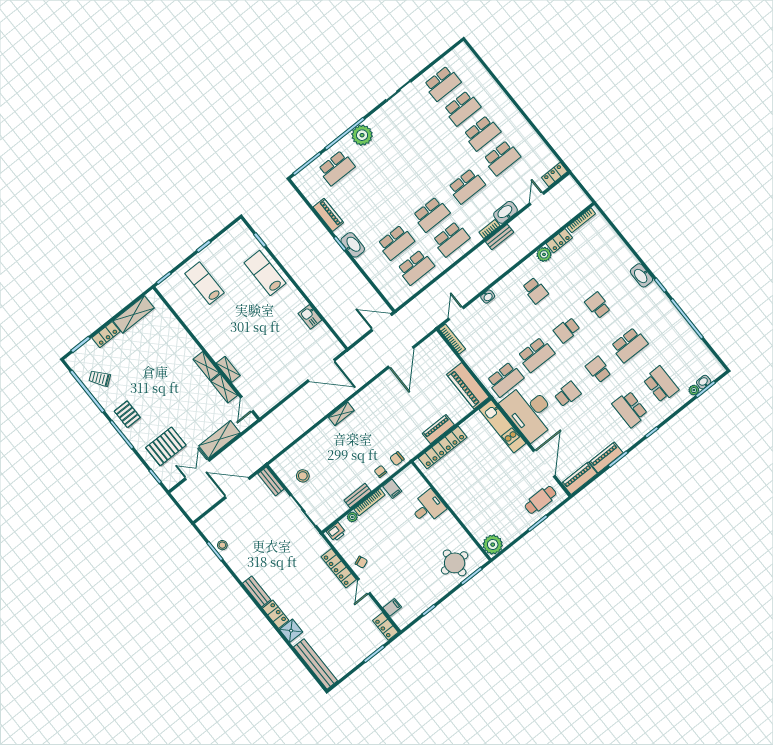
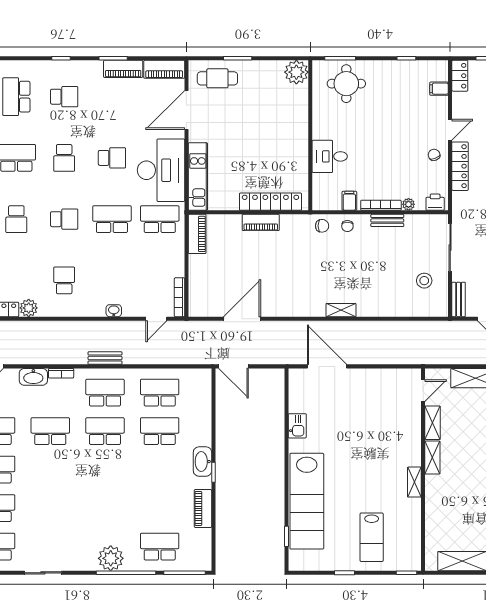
bench: (500, 237) -> (105, 358), moved
lab bench: (265, 273) -> (307, 501), width x1.86, depth x1.39
shelving: (228, 369) -> (414, 482), moved
piano: (468, 386) -> (197, 234), width x0.73, depth x0.75
school desk: (568, 394) -> (112, 158), turned 180
school desk: (630, 409) -> (64, 97), width x0.54

